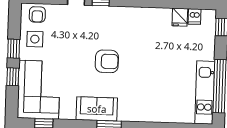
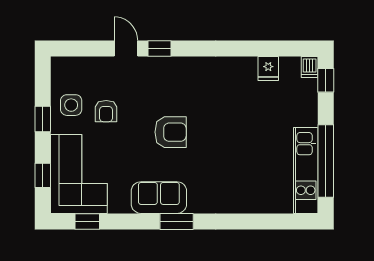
armchair: (37, 14) -> (106, 111), moved
dishwasher: (195, 16) -> (310, 67), moved
window: (13, 77) -> (43, 175), moved

